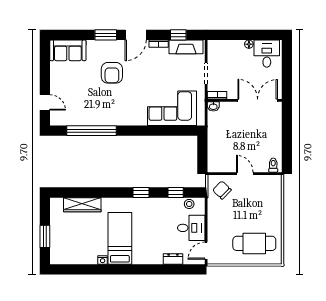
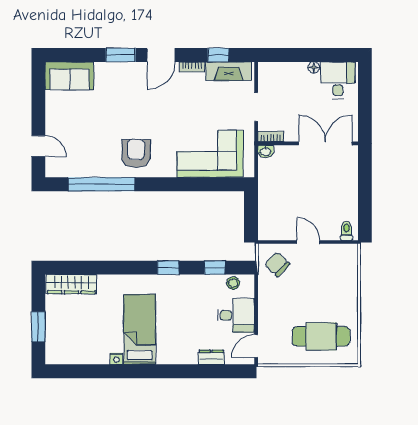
armchair: (112, 73) -> (136, 153), moved, turned 180
wardrobe: (82, 205) -> (71, 284), moved

